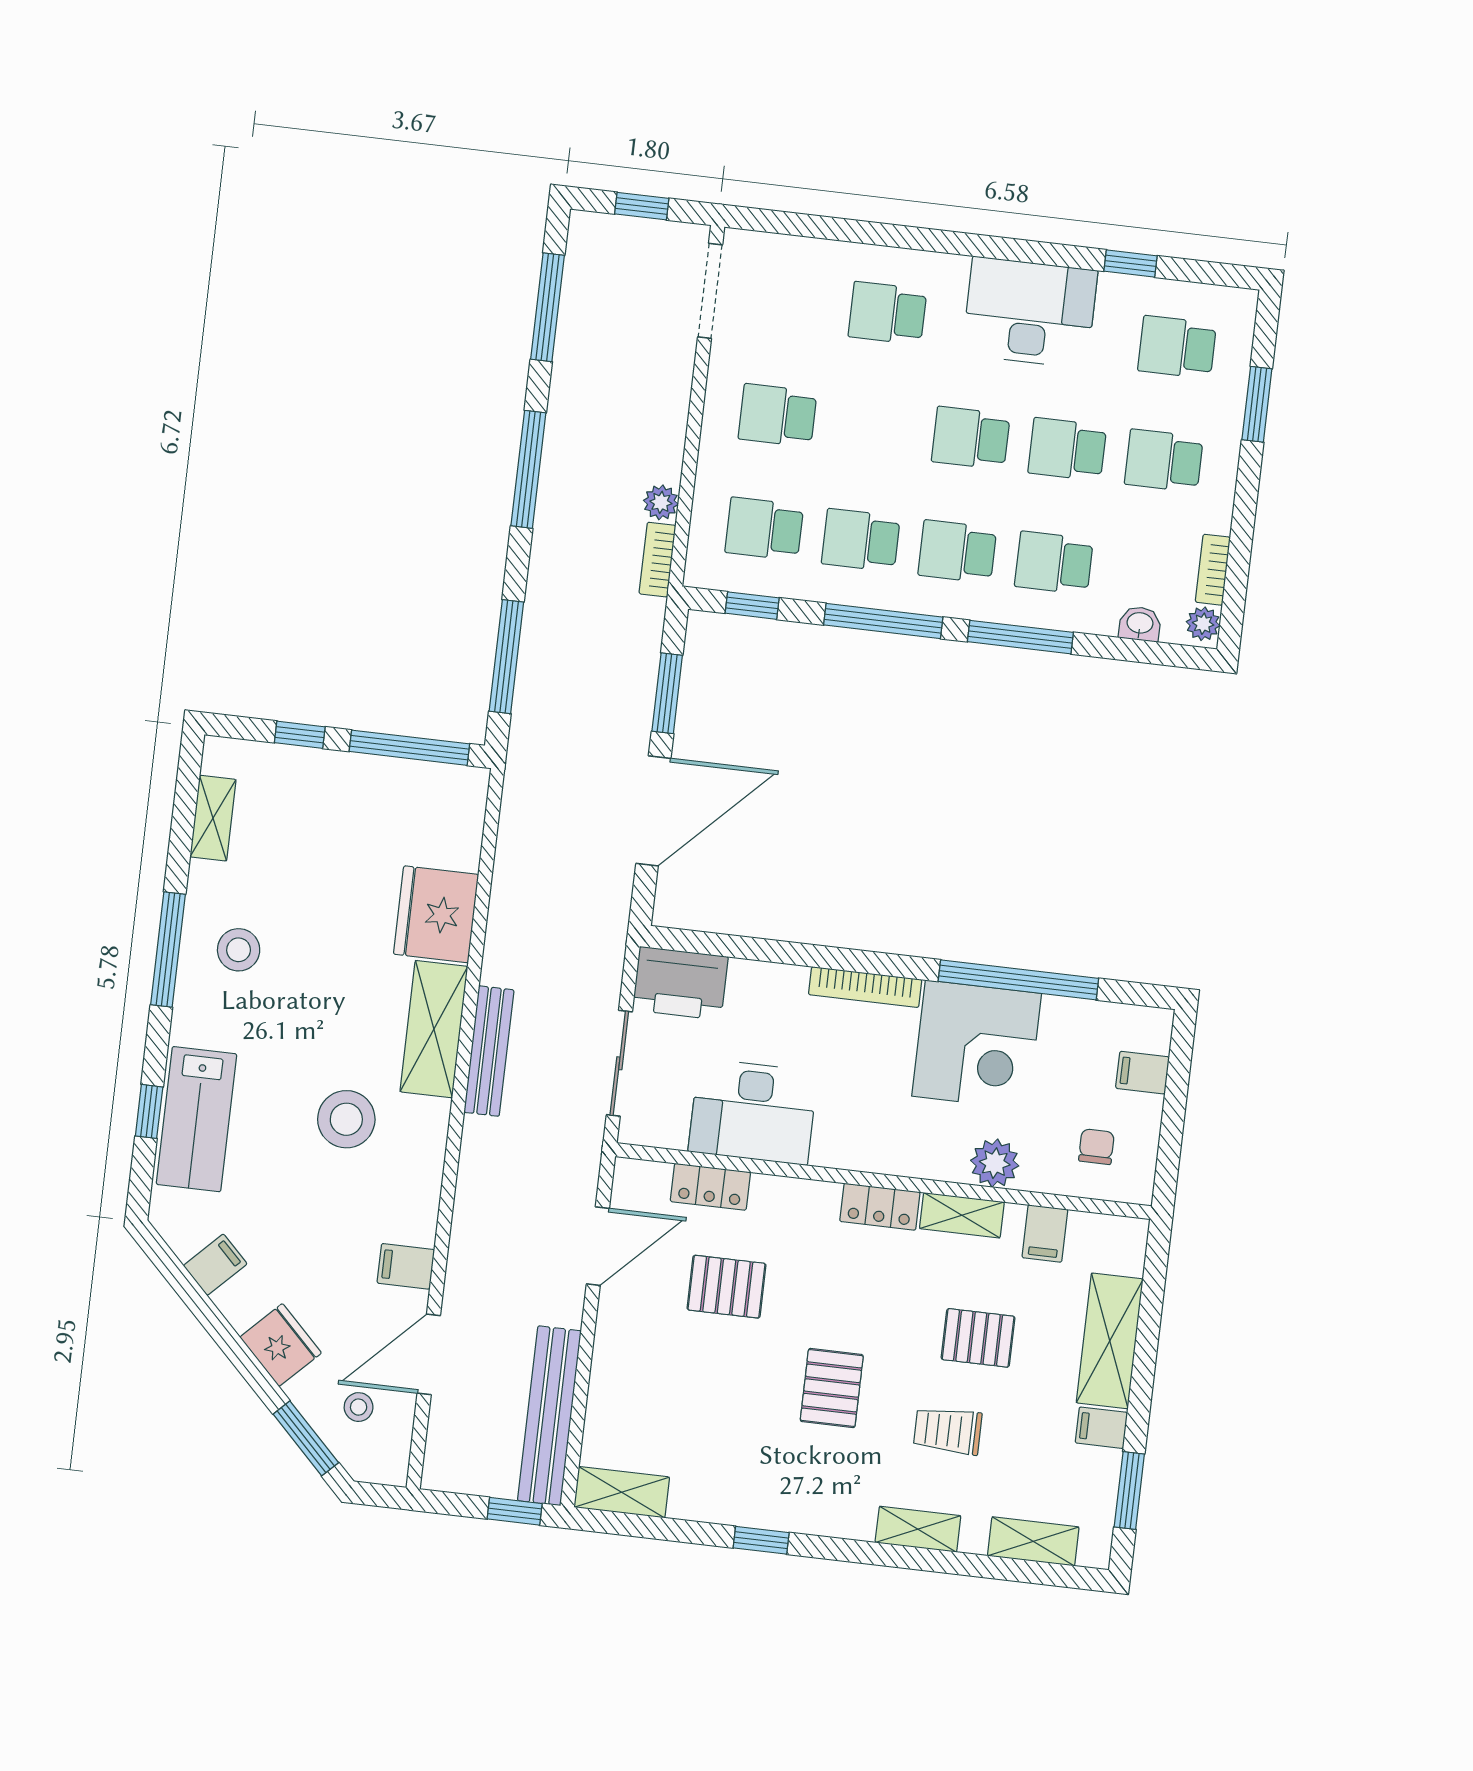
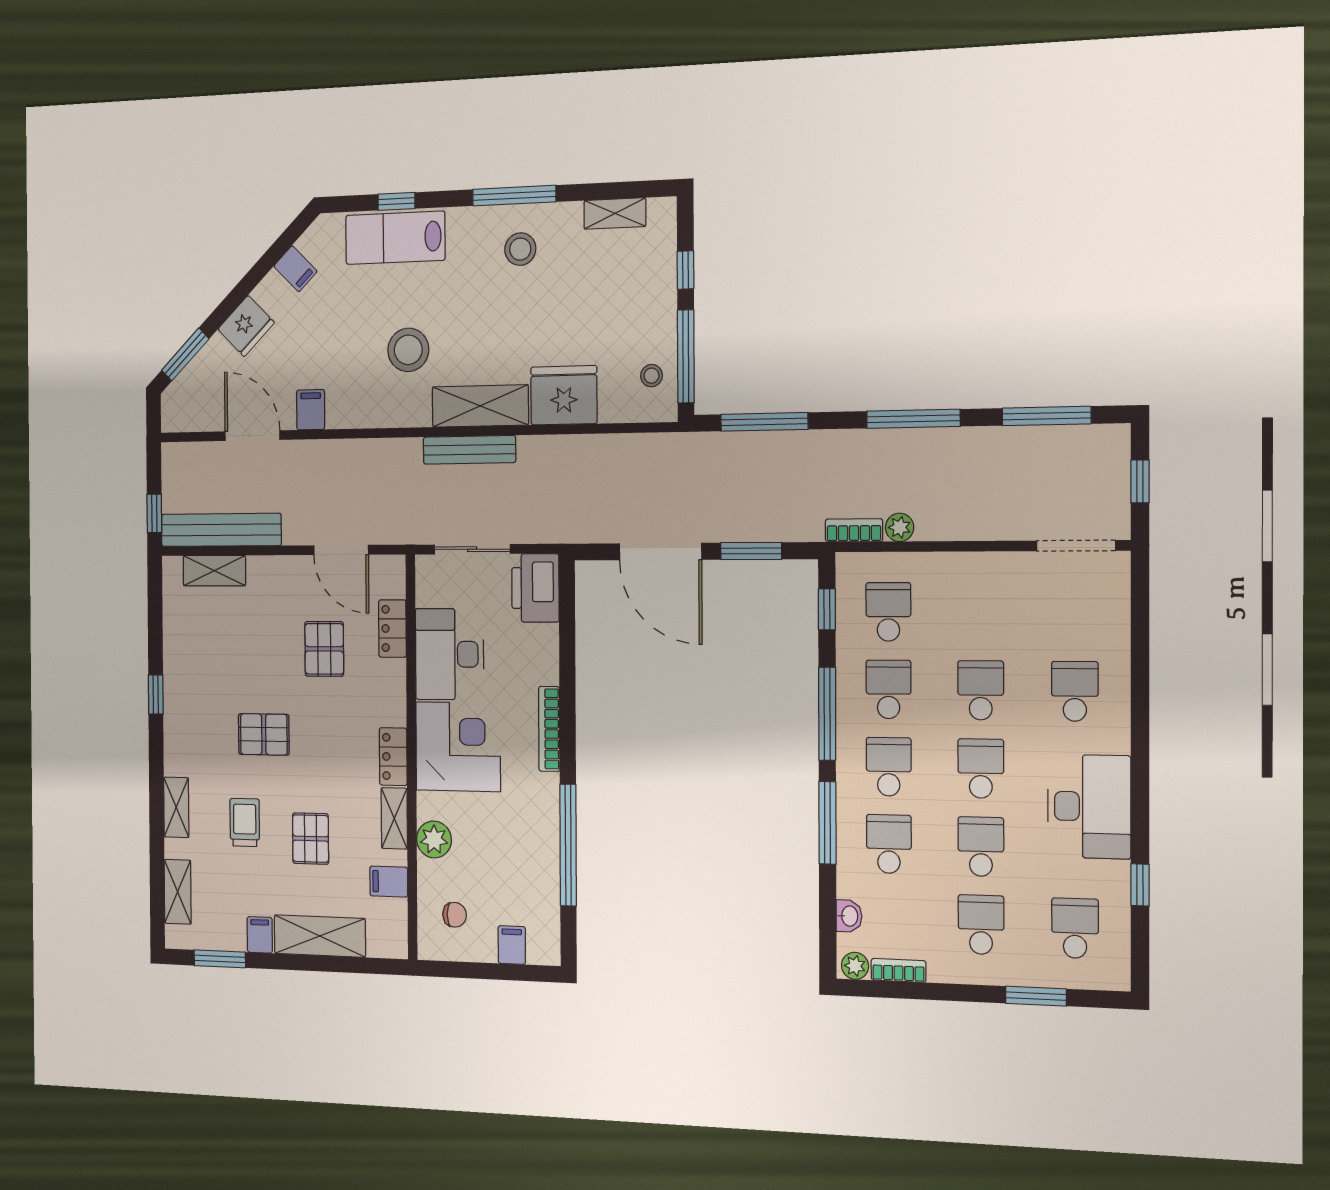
school desk: (778, 415) -> (981, 690), moved
corner desk: (977, 1045) -> (458, 747), moved, turned 180
stool: (359, 1407) -> (651, 376), moved
shelving: (622, 1492) -> (214, 571), moved, turned 90

